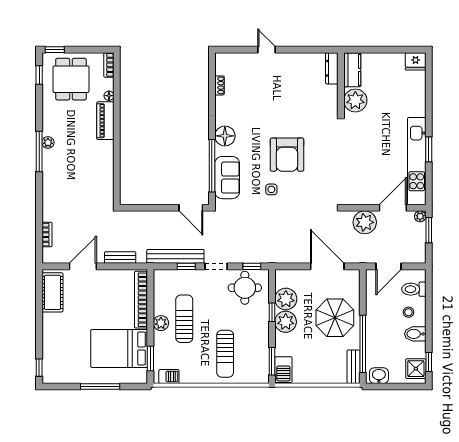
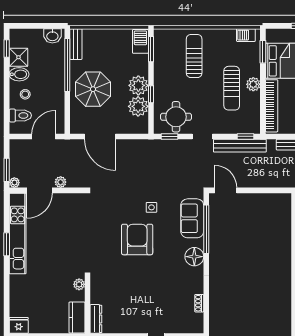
plant: (355, 100) -> (79, 284), width x0.53, depth x0.53
plant: (365, 222) -> (61, 182), width x0.53, depth x0.53
window: (186, 266) -> (246, 136), moved
shower: (416, 369) -> (18, 57), moved

